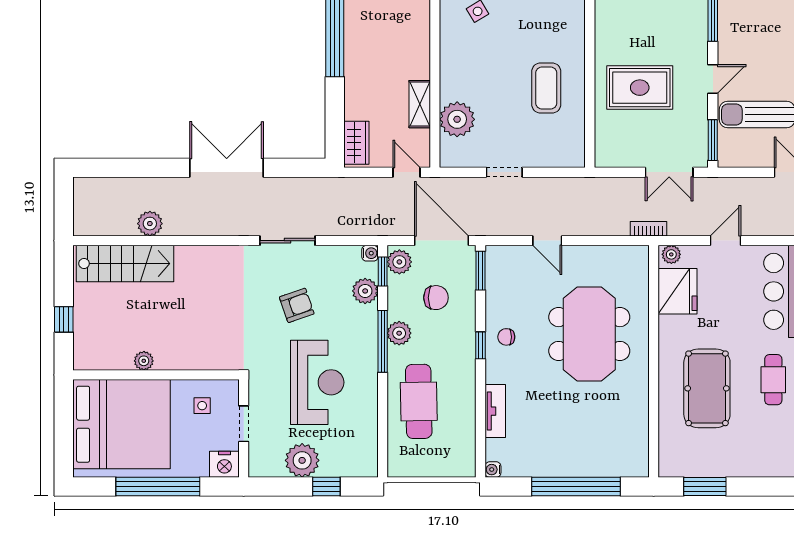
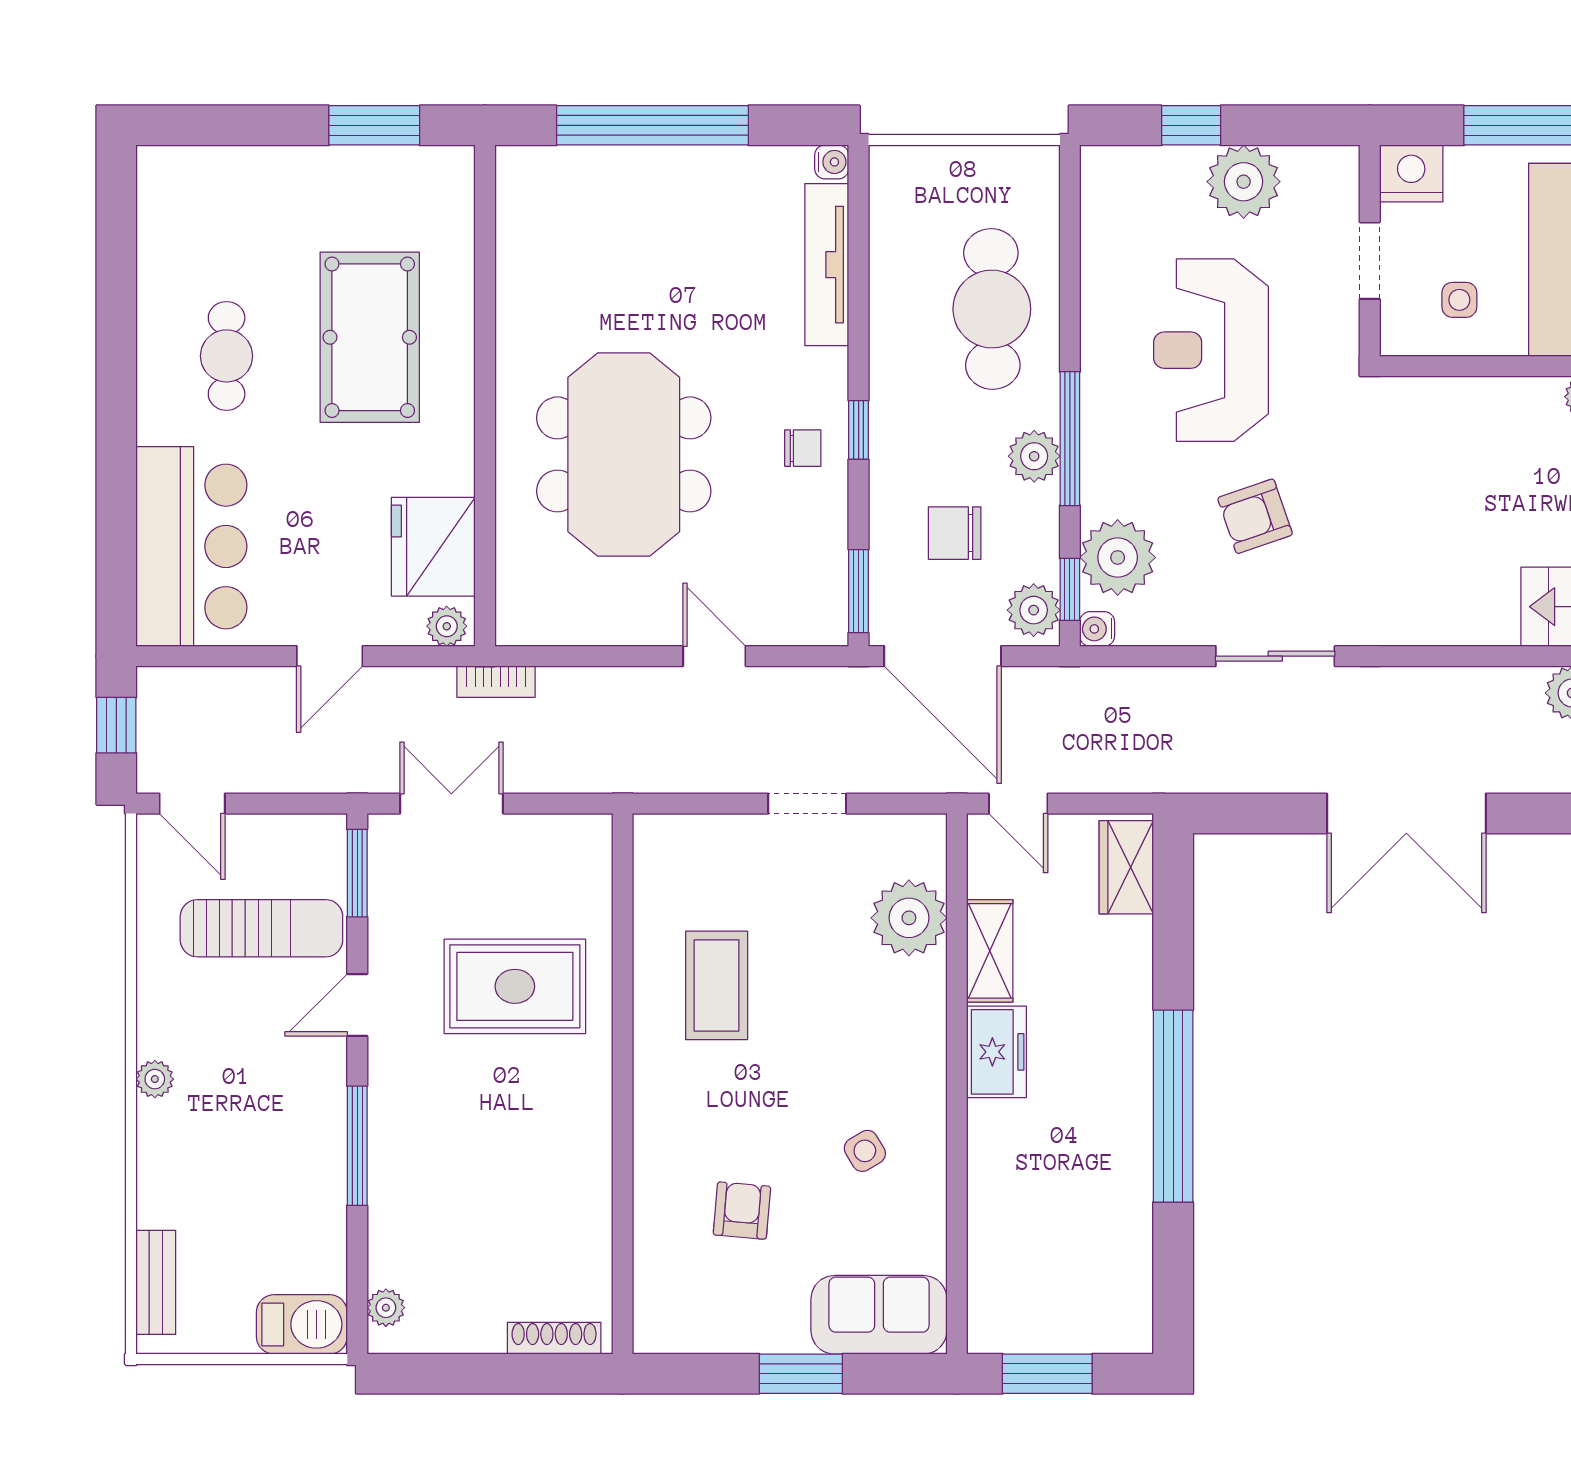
freezer: (417, 57) -> (996, 1052), added
plant: (365, 291) -> (1118, 557), width x1.36, depth x1.36
tv unit: (495, 411) -> (827, 265), width x1.41

